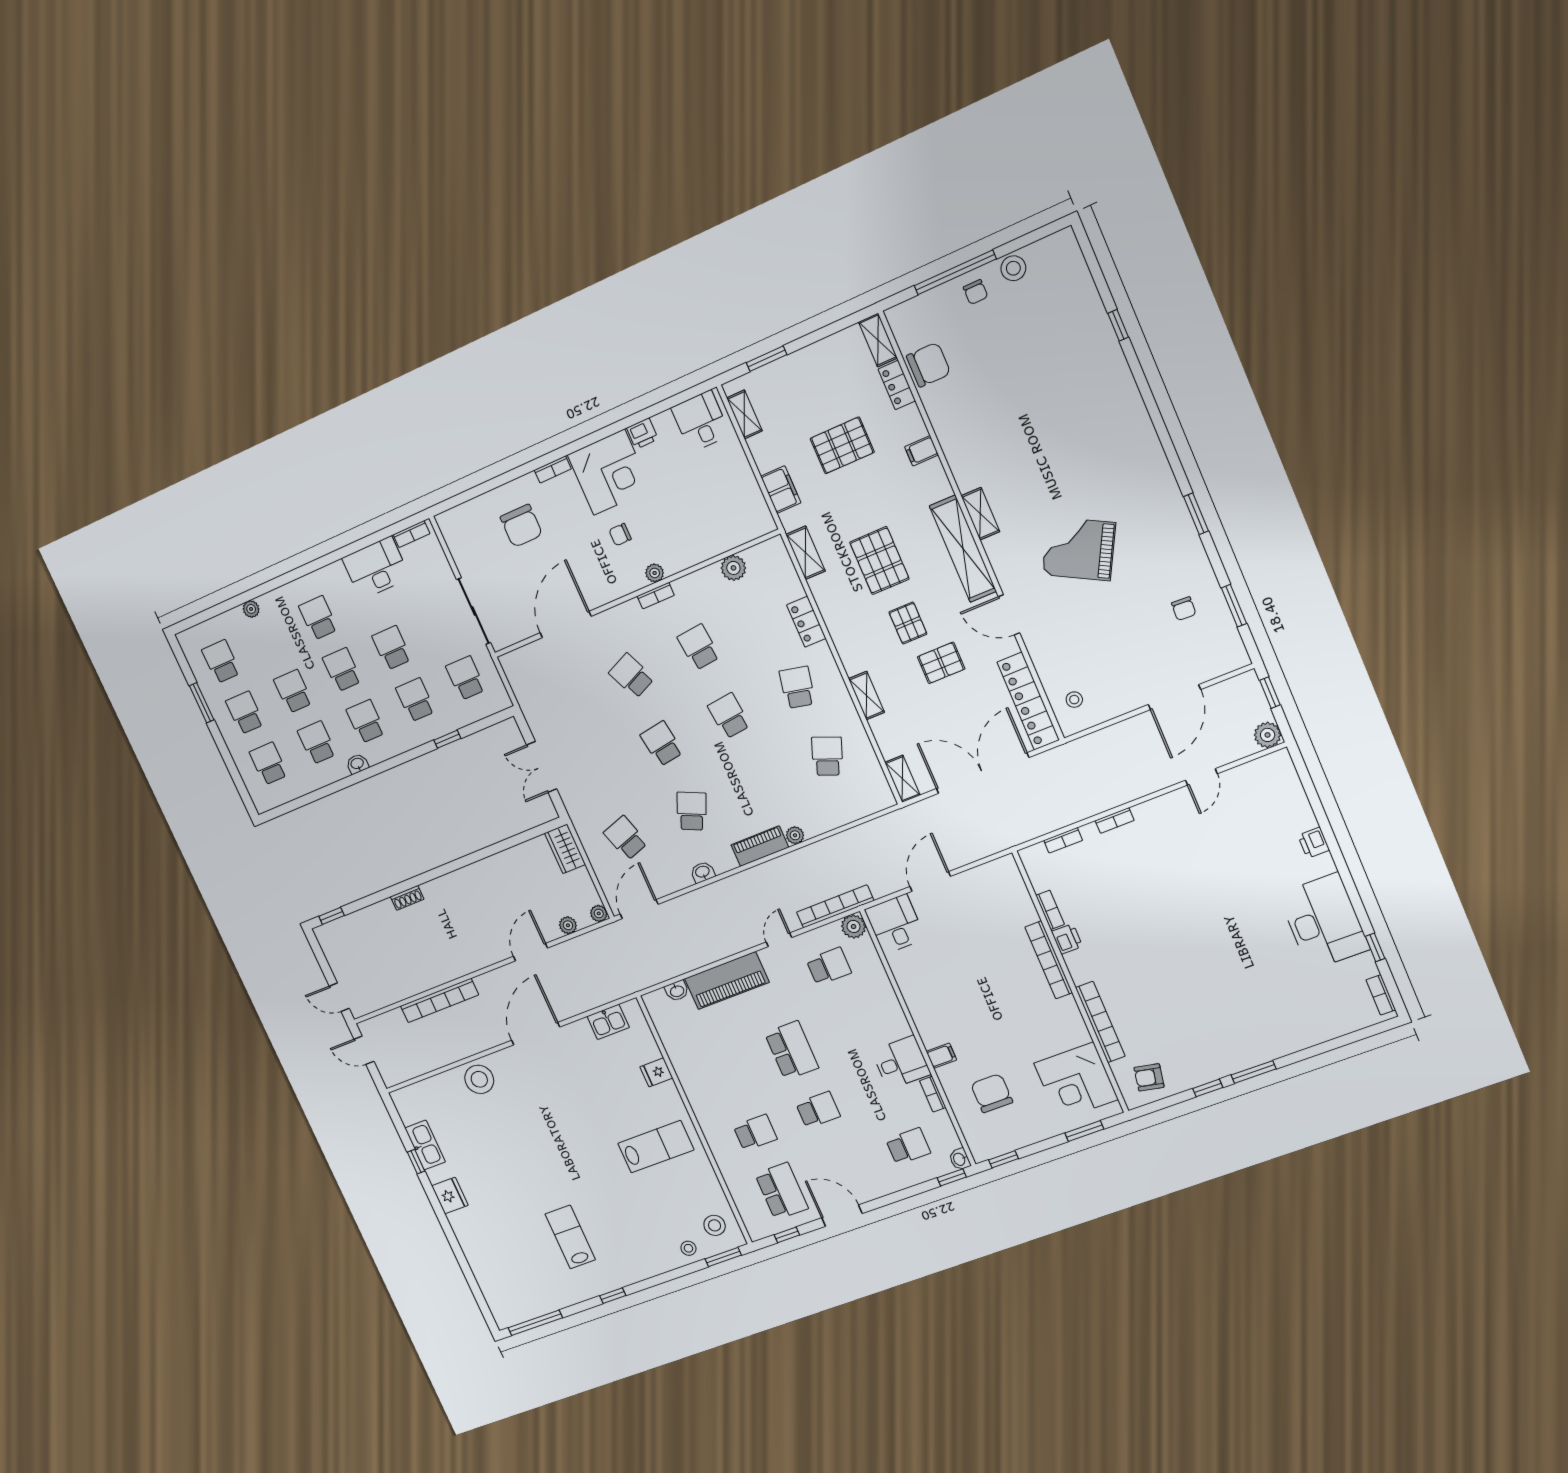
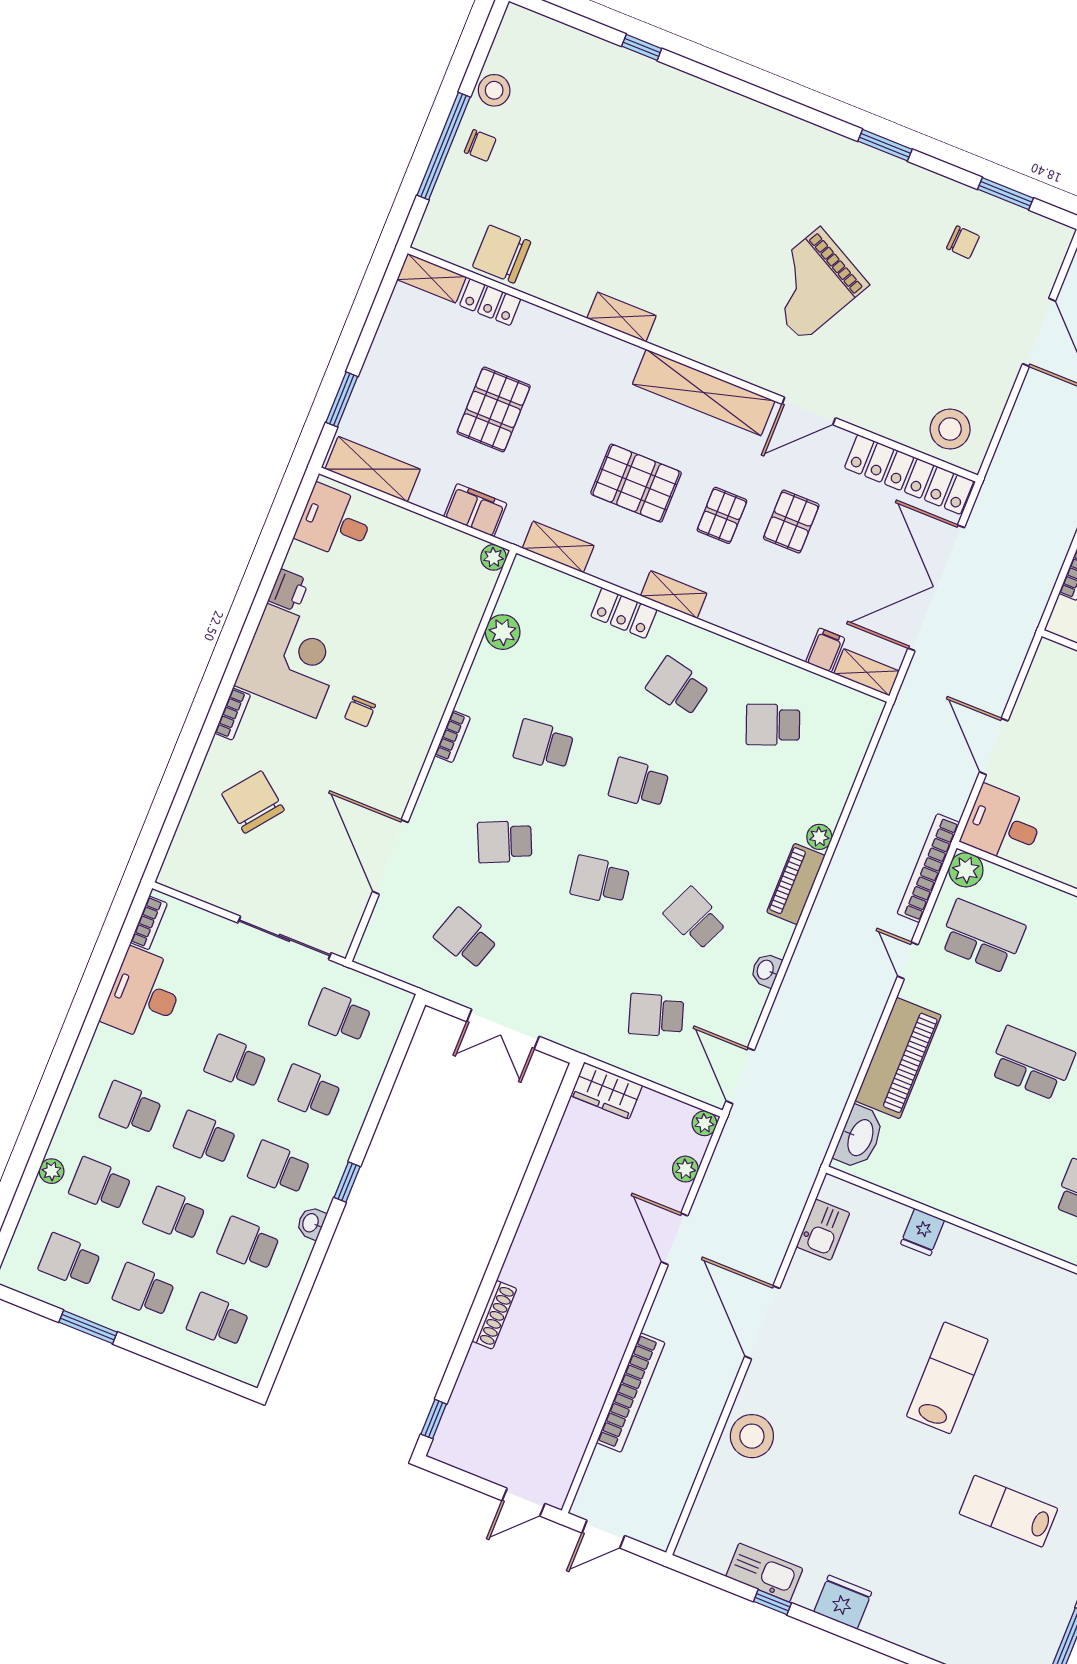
chair: (928, 365) -> (502, 254), turned -90
shelving: (744, 414) -> (373, 469), width x1.50, depth x1.33
filing cabinet: (921, 451) -> (825, 650), moved, turned 180
shelving: (980, 514) -> (622, 317), moved
chair: (521, 526) -> (253, 802), turned -142
plant: (655, 573) -> (494, 557), moved
pallet: (908, 623) -> (722, 515), turned 90
school desk: (269, 640) -> (100, 1184), added
shelving: (867, 696) -> (674, 595), moved
stool: (1074, 700) -> (950, 429), width x1.89, depth x1.89
school desk: (565, 704) -> (466, 939), added
window: (447, 739) -> (347, 1182), moved
school desk: (827, 756) -> (773, 725), turned -42
shoe rack: (407, 898) -> (494, 1315), width x1.43
school desk: (829, 966) -> (982, 936), width x1.85
washbasin: (677, 991) -> (859, 1137), width x1.91, depth x1.45
lab bench: (656, 1147) -> (947, 1378), moved

